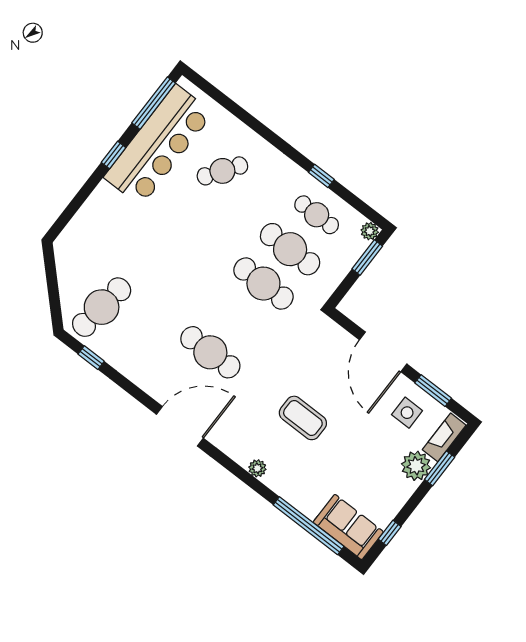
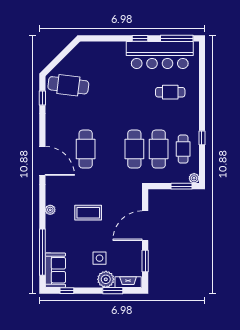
cafe table: (222, 171) -> (170, 92), turned -35
side table: (407, 413) -> (99, 258), moved
coffee table: (303, 418) -> (88, 213), turned 90

